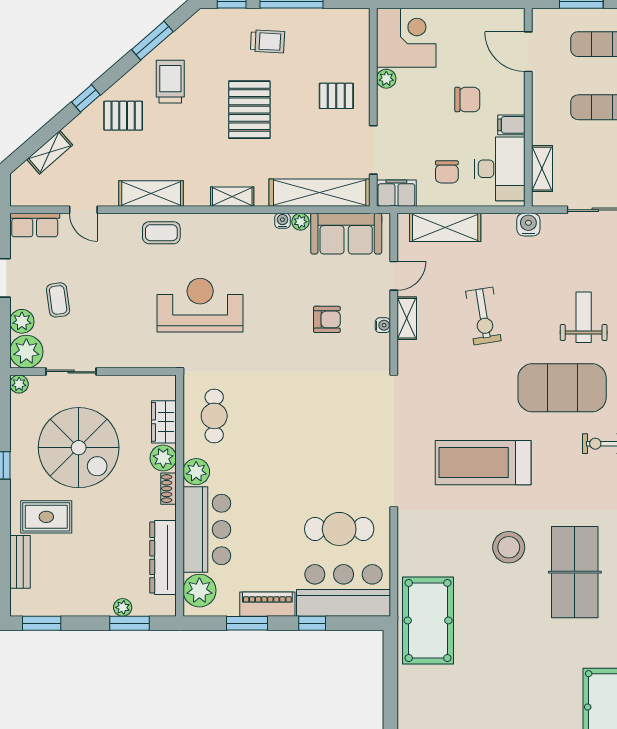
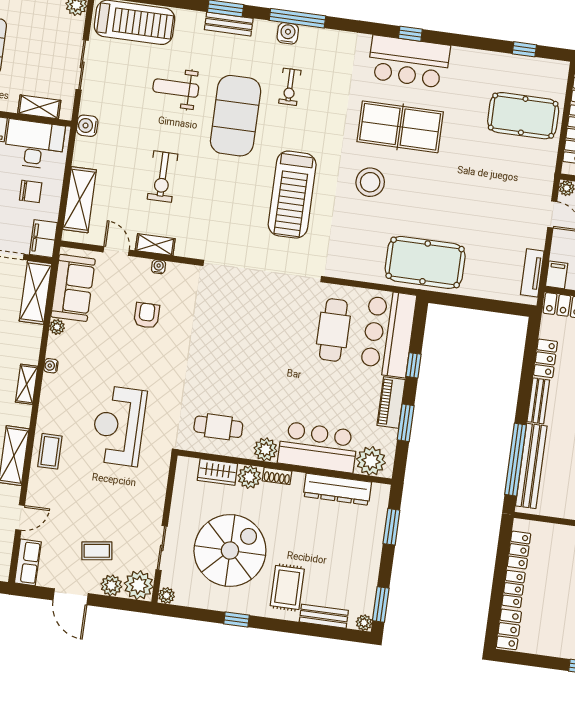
shelving: (320, 193) -> (36, 292), width x0.68
water cooler: (282, 221) -> (51, 366), moved
exercise bike: (483, 316) -> (163, 177), turned 99
plant: (123, 607) -> (364, 623), moved

